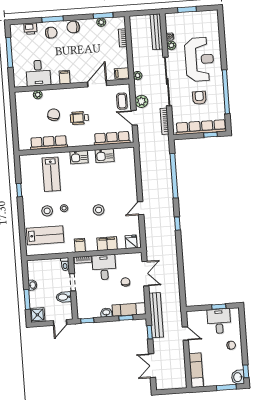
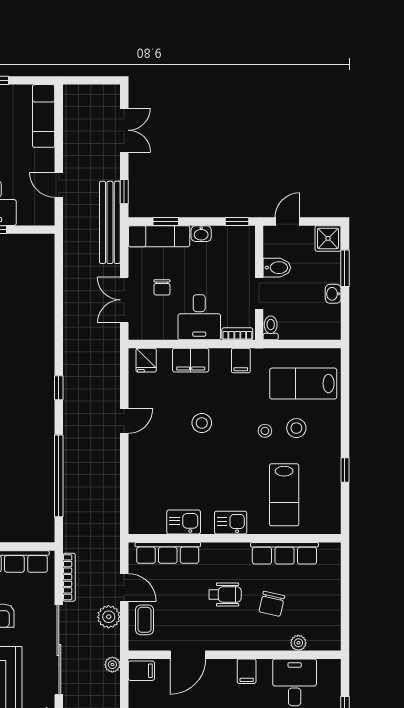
lab bench: (51, 174) -> (284, 495), turned 180

